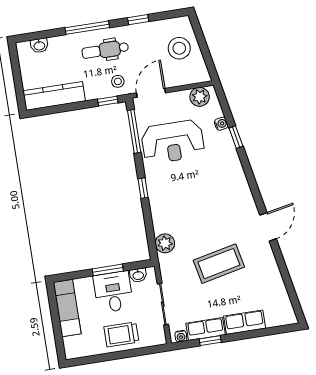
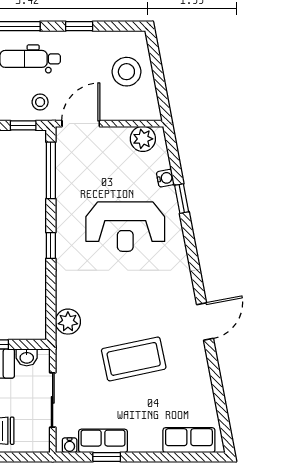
reception desk: (173, 142) -> (125, 227), moved
row of seats: (245, 322) -> (189, 440), moved

